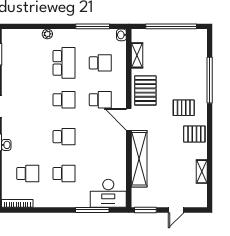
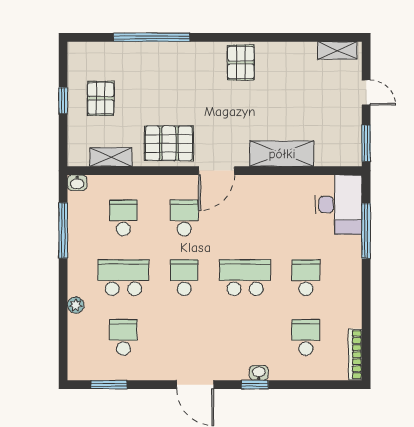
window: (171, 26) -> (63, 101), width x0.32
school desk: (28, 63) -> (123, 337), added
pallet: (184, 108) -> (101, 98), moved
school desk: (64, 137) -> (245, 278), width x1.85
shelving: (139, 159) -> (282, 154), width x0.68
shelving: (202, 172) -> (337, 50), moved

